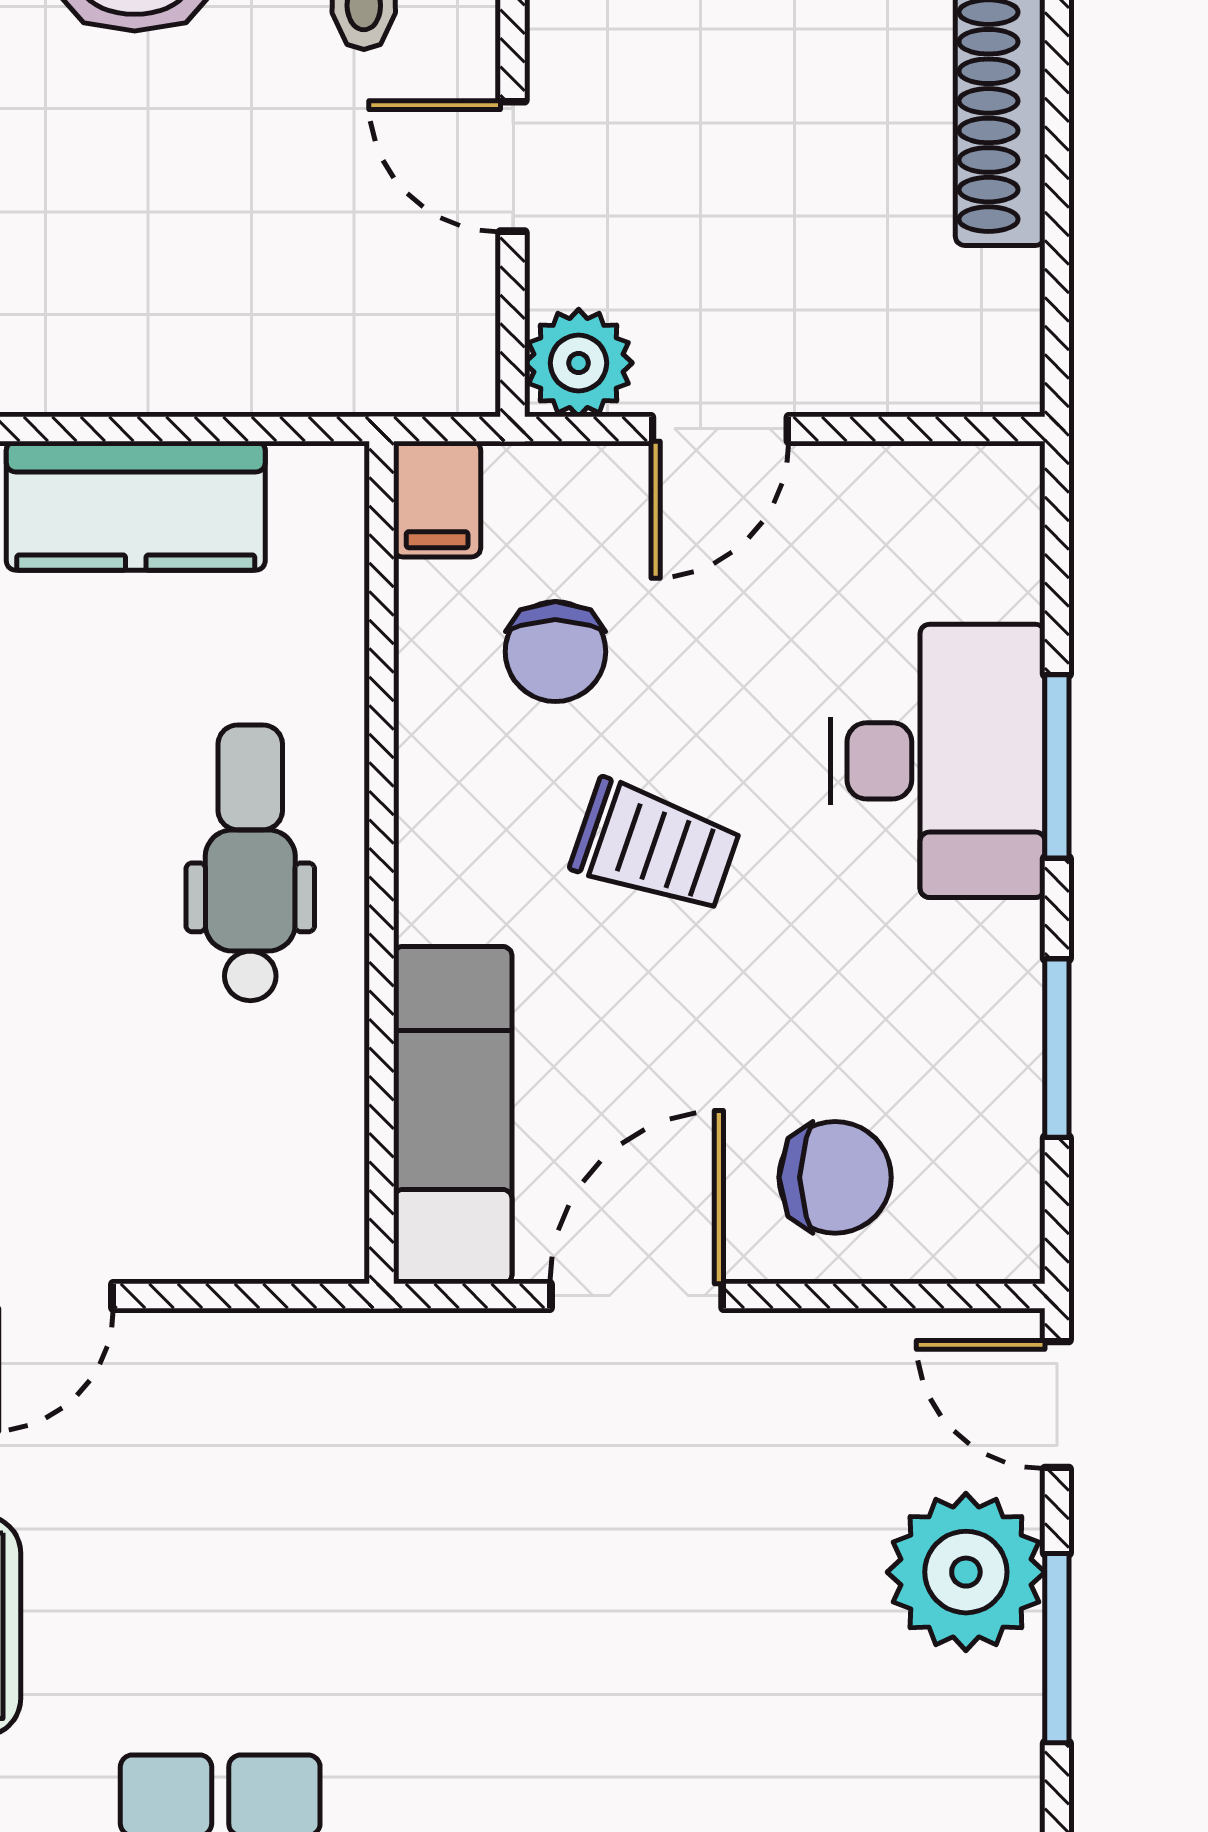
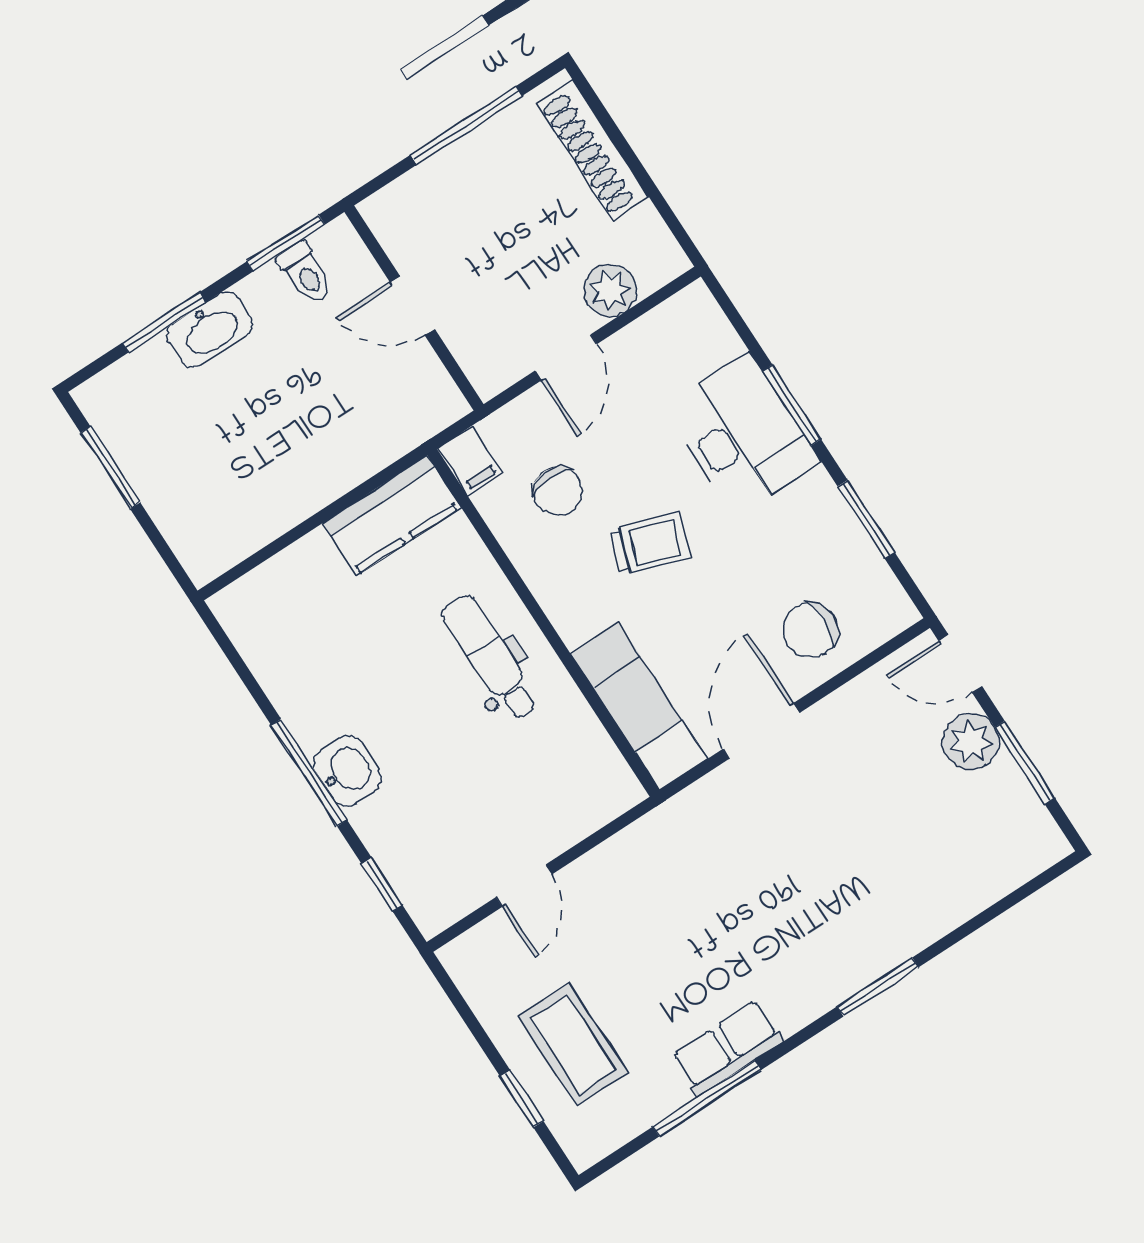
plant: (579, 363) -> (610, 290), moved
kitchen counter: (136, 506) -> (392, 515), moved
chair: (835, 1177) -> (810, 630), turned 180
plant: (966, 1572) -> (971, 742), width x0.73, depth x0.73

